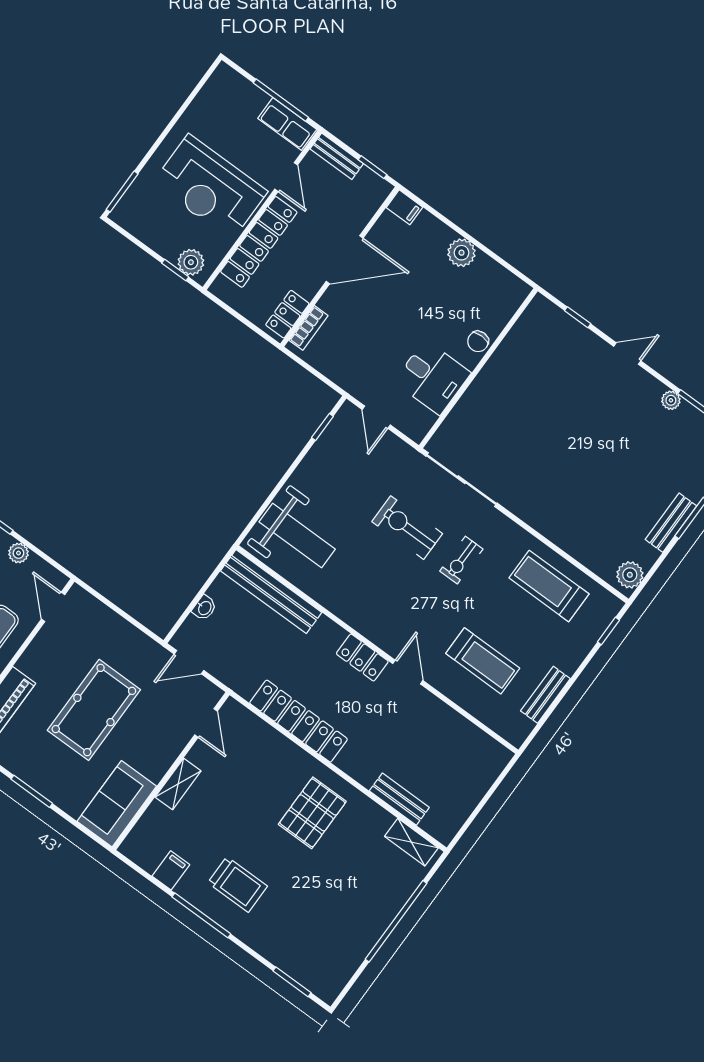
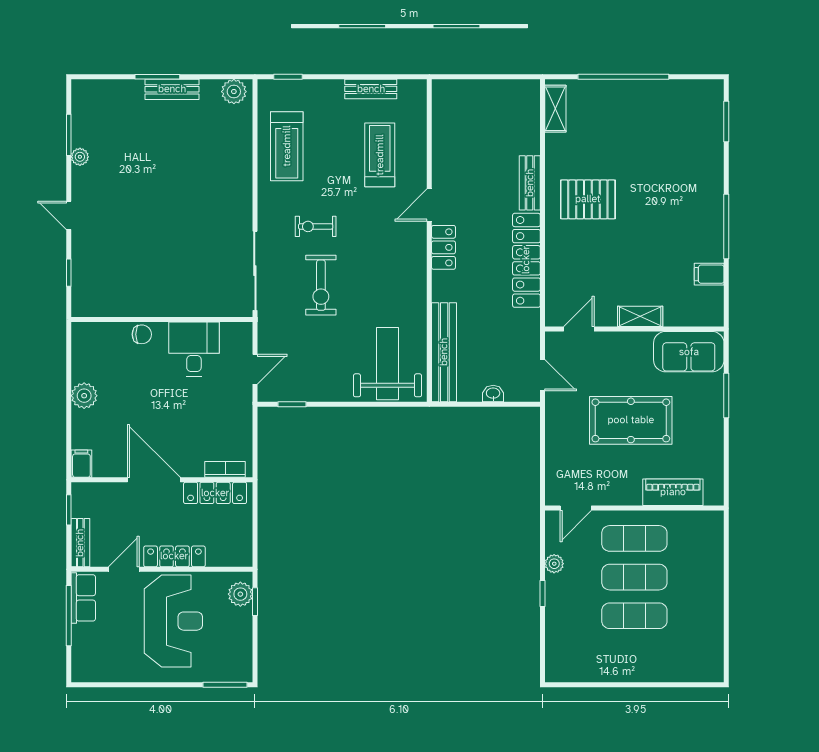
locker: (259, 242) -> (174, 556), width x0.71, depth x0.83
locker: (287, 314) -> (215, 493), width x1.53
exercise bike: (461, 560) -> (316, 226), turned 180
window: (32, 791) -> (726, 395), moved
bench: (399, 799) -> (530, 183), moved
trolley: (238, 884) -> (683, 216), removed

